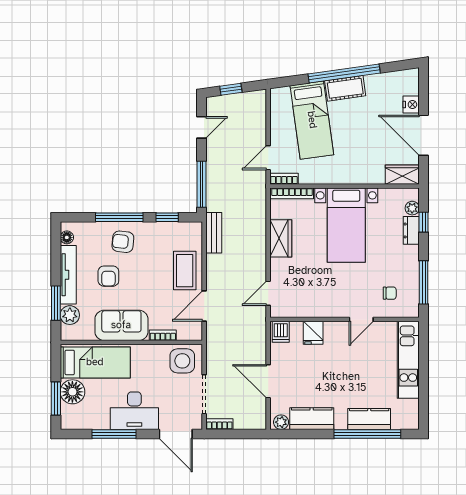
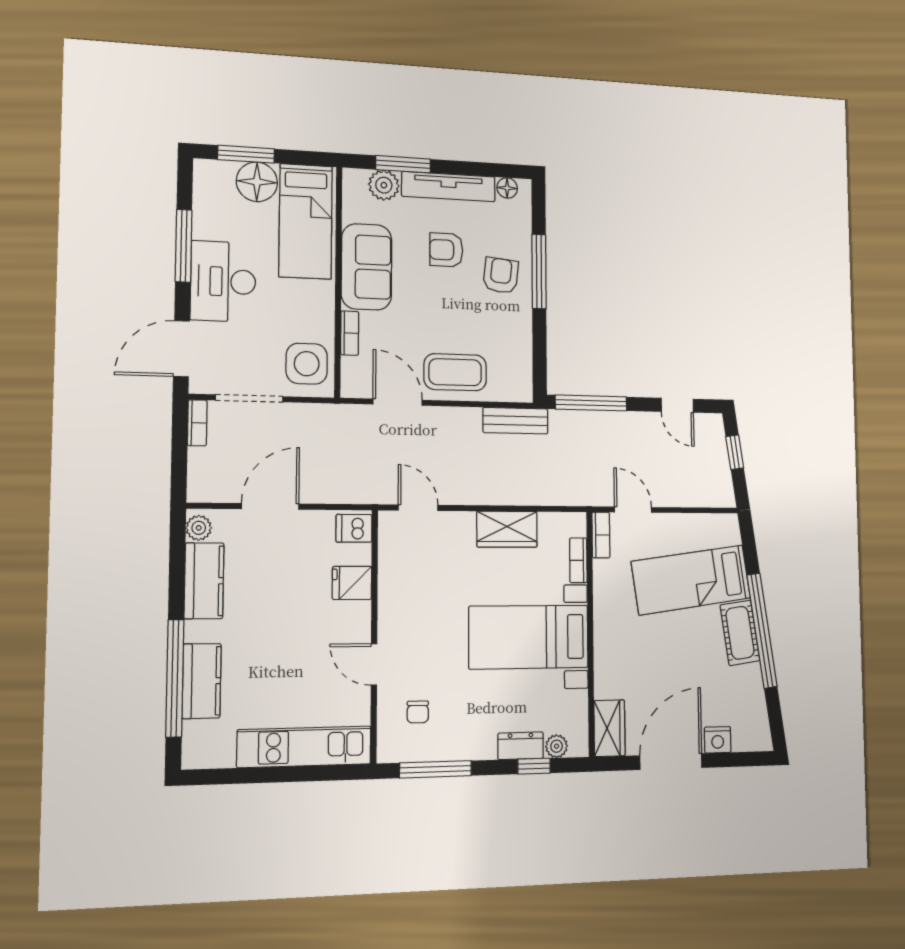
bookcase: (292, 193) -> (578, 560), width x0.64
window: (167, 217) -> (539, 347), removed

